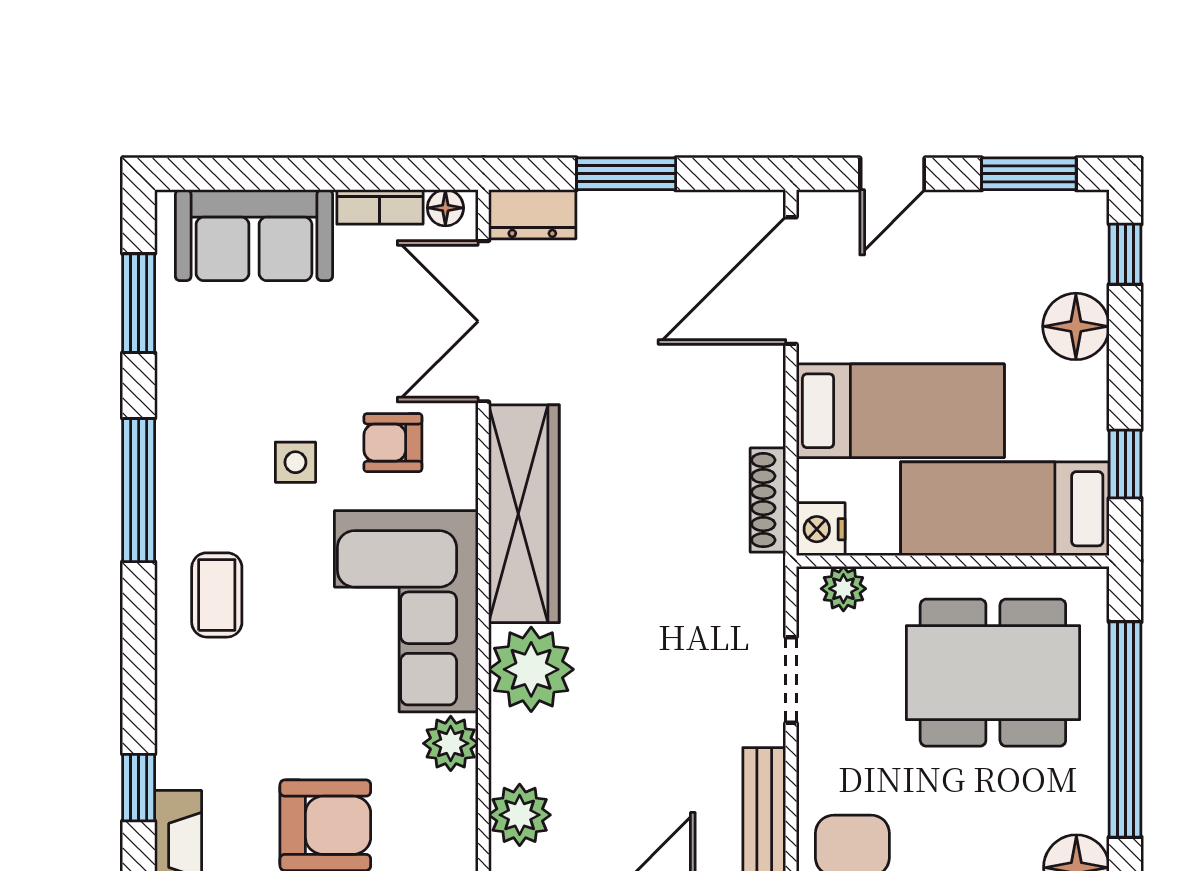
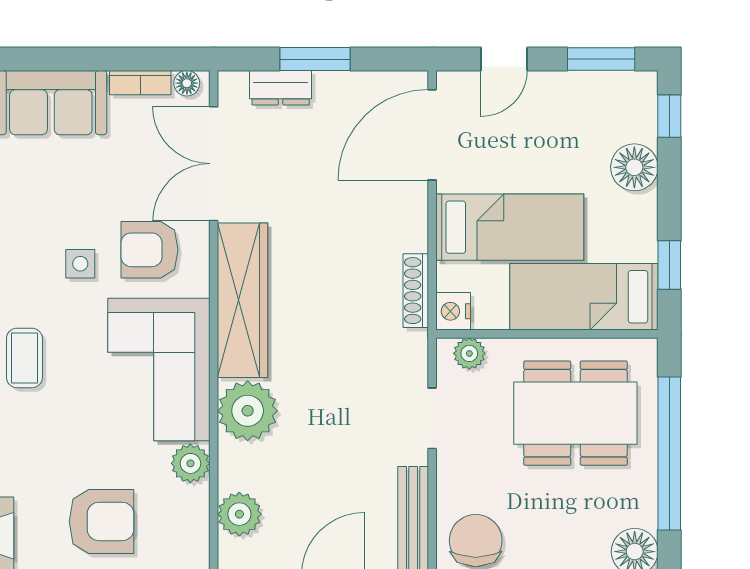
dresser: (532, 214) -> (281, 88), moved
armchair: (393, 443) -> (149, 250), width x1.38, depth x1.38

